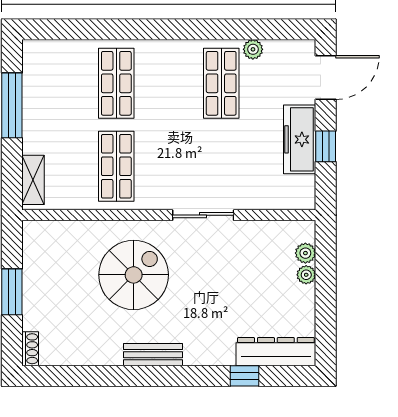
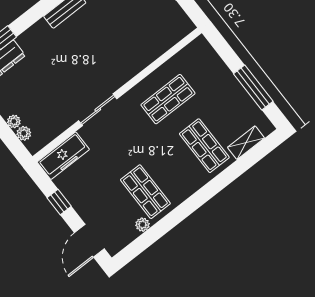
freezer: (300, 139) -> (63, 156), moved, turned 90
shop shelf: (116, 166) -> (168, 99), turned 90
shelving: (33, 180) -> (246, 143), moved, turned 90
spiral stairs: (134, 275) -> (111, 46), removed

